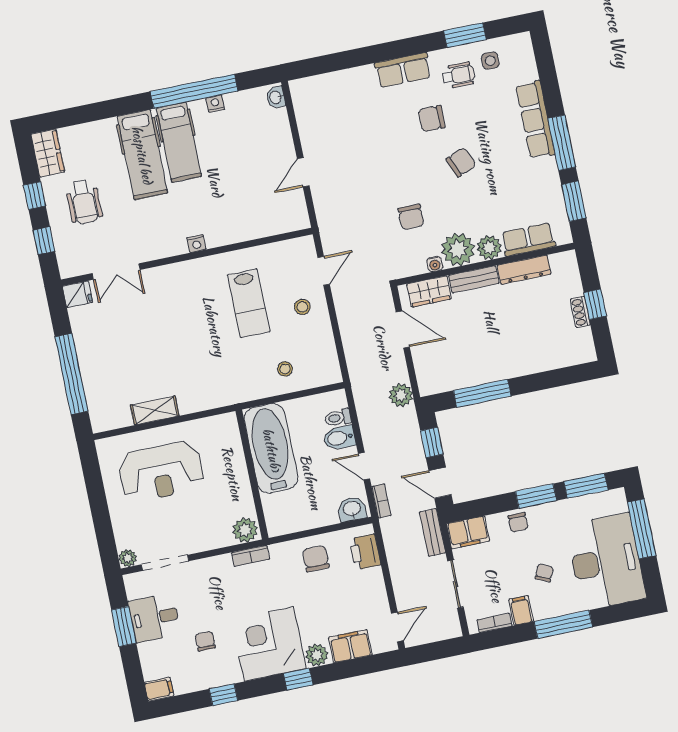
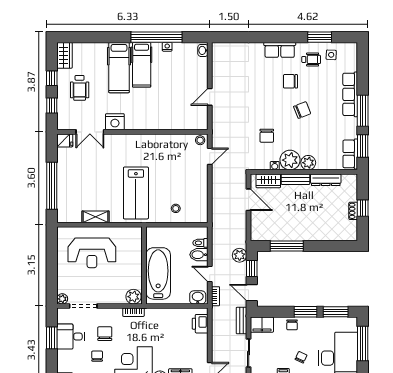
row of seats: (528, 240) -> (350, 154), moved, turned -90
nightstand: (196, 244) -> (115, 122), moved, width x1.89, depth x1.79
lab bench: (249, 303) -> (136, 193), moved, width x1.36, depth x1.39
stool: (302, 307) -> (200, 140), moved
plant: (401, 395) -> (240, 255), moved
bathtub: (271, 448) -> (158, 273), moved
chair: (316, 559) -> (105, 334), moved

